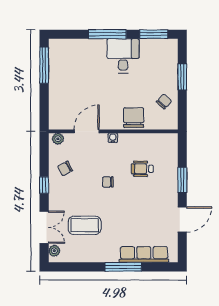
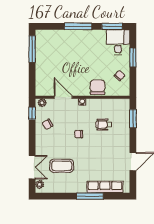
desk: (123, 56) -> (118, 42), moved
door: (87, 131) -> (63, 97), hinge flipped
window: (182, 180) -> (133, 119), moved
window: (44, 185) -> (32, 113), moved

